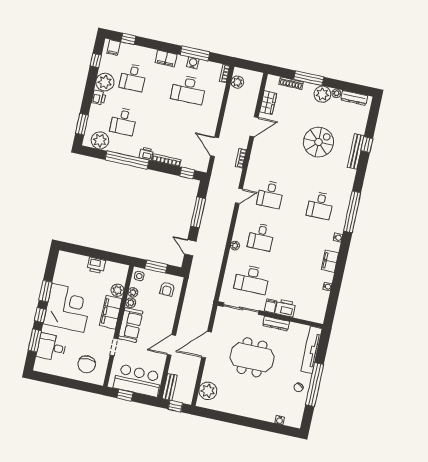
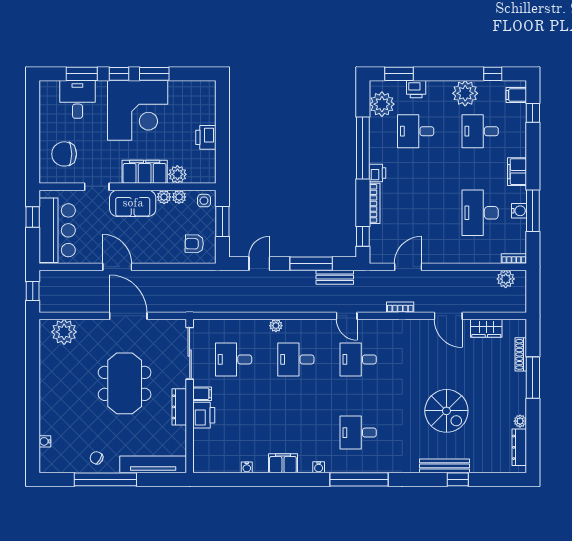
plant: (322, 94) -> (515, 402), removed
printer: (99, 98) -> (416, 89), moved
desk: (252, 279) -> (234, 359), width x0.73
bench: (170, 387) -> (335, 277), moved

